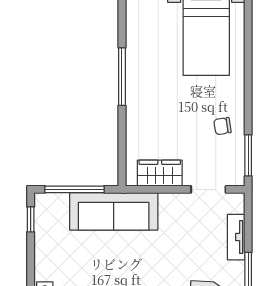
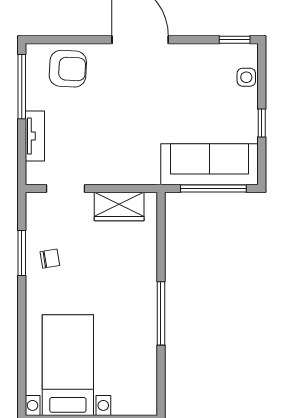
window: (248, 155) -> (22, 253), moved
sofa: (114, 211) -> (209, 164), moved
window: (31, 219) -> (262, 123), moved

